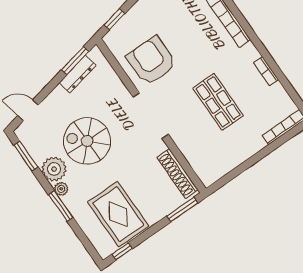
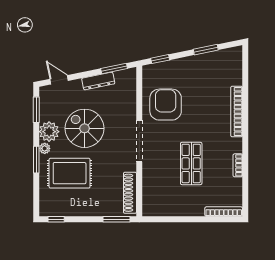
dresser: (78, 74) -> (98, 81), moved
rug: (118, 214) -> (70, 173), moved, turned 90

